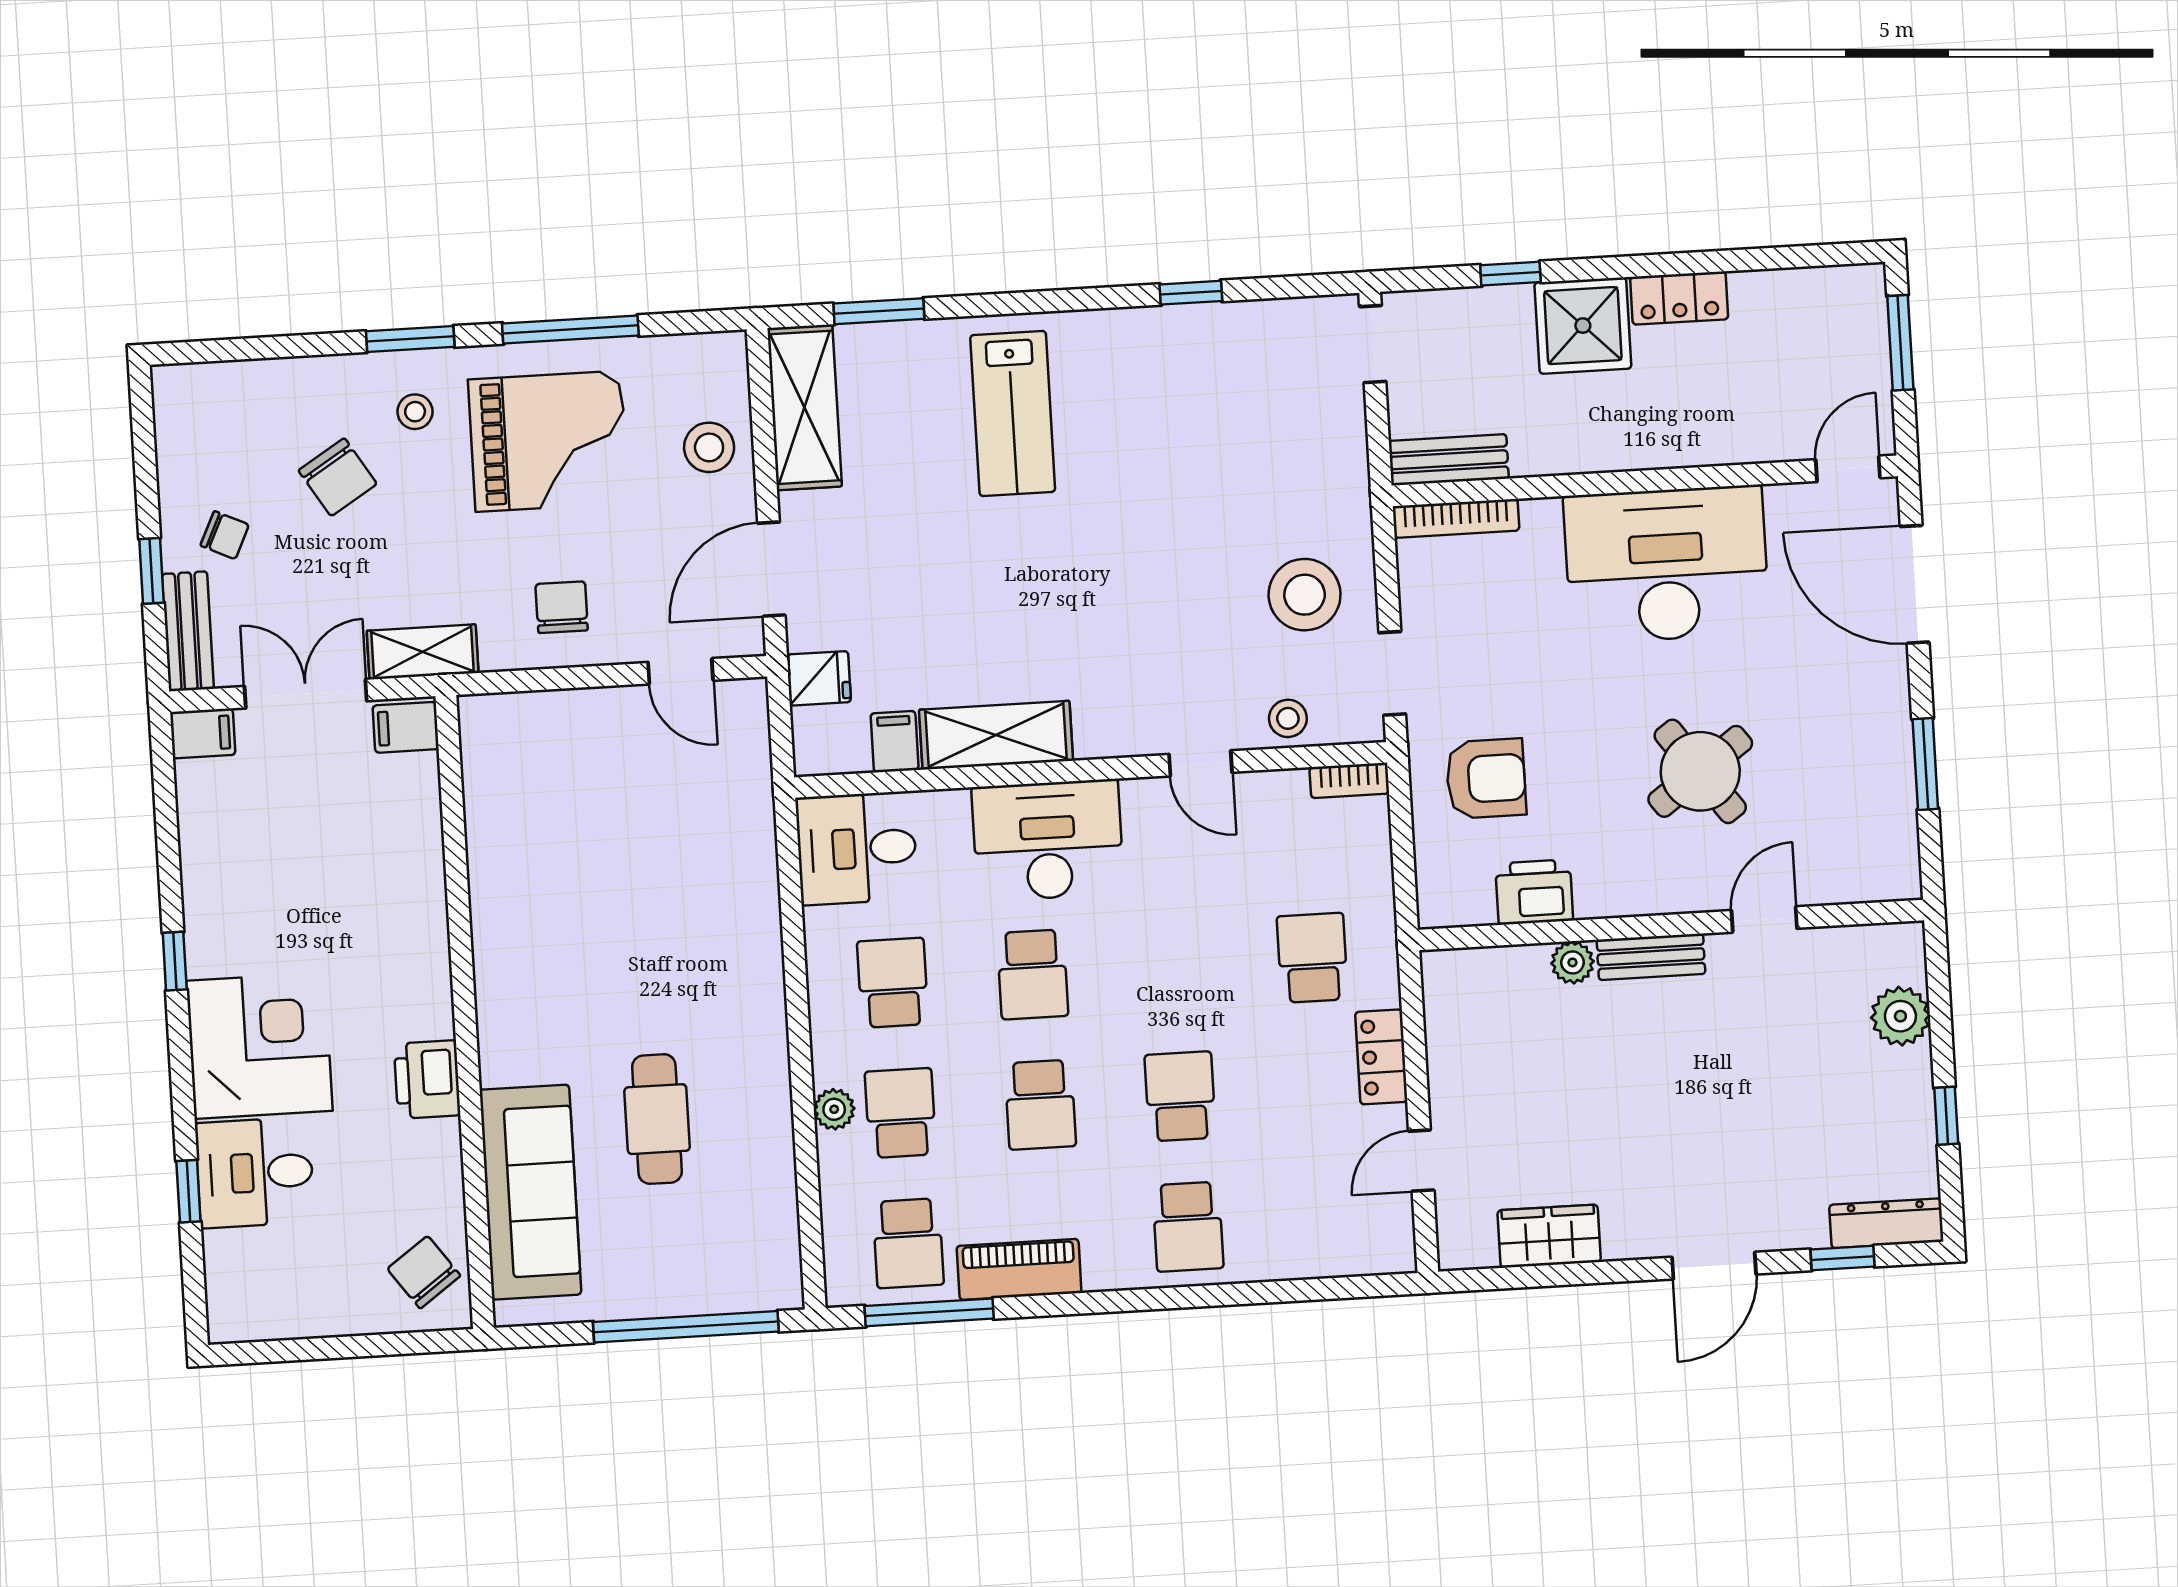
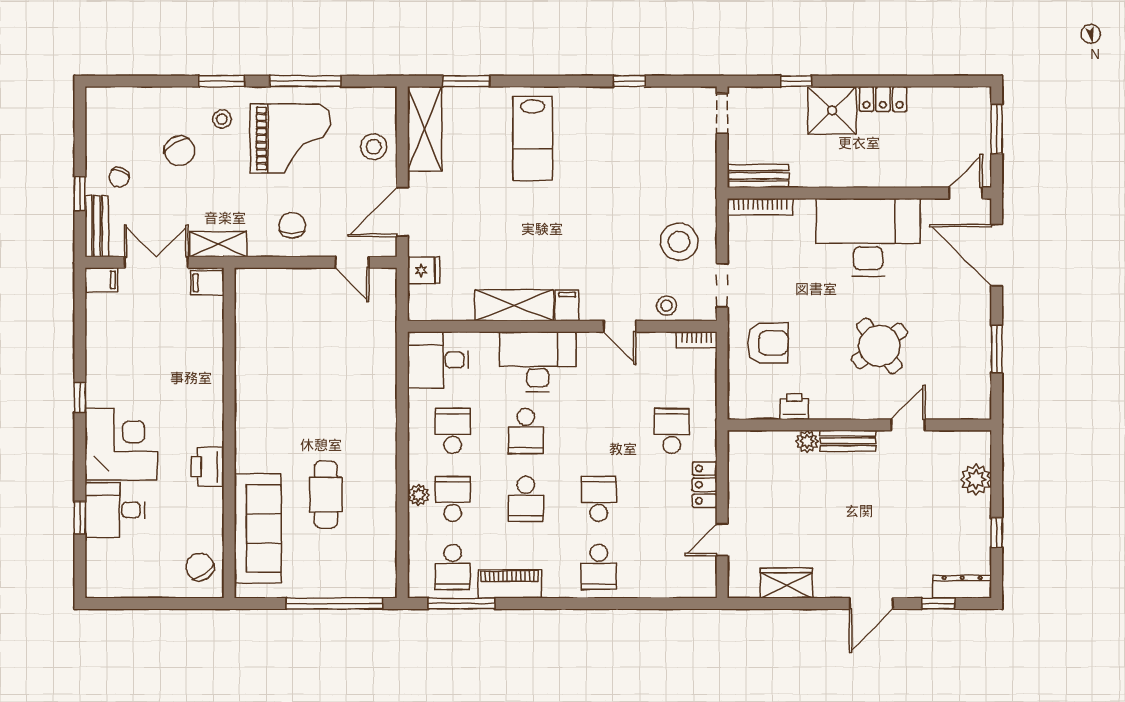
chair: (225, 535) -> (119, 177), turned 88
filing cabinet: (895, 742) -> (567, 305), moved
printer: (1534, 892) -> (794, 407), width x0.73, depth x0.81

